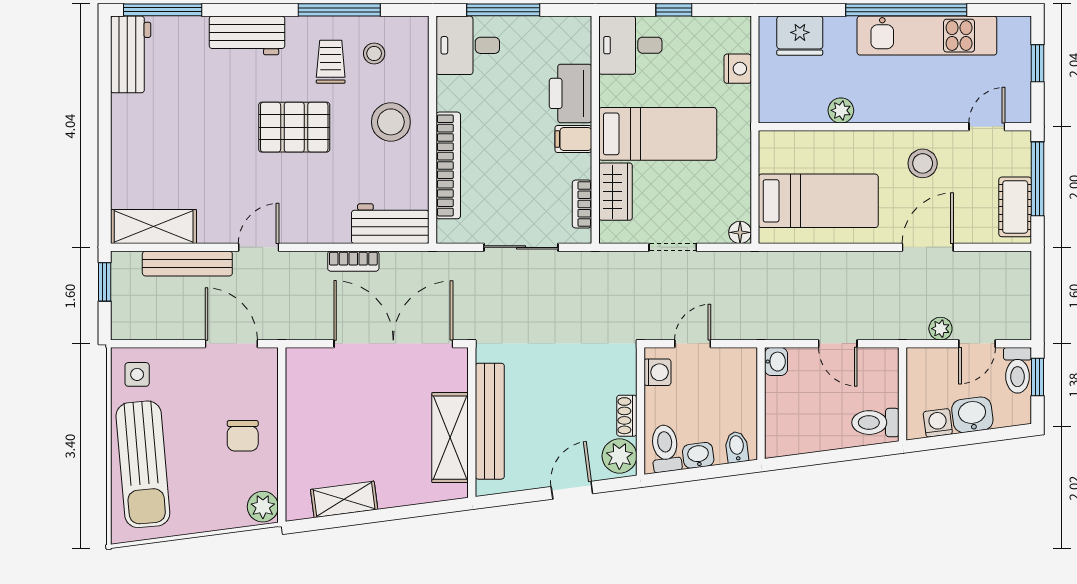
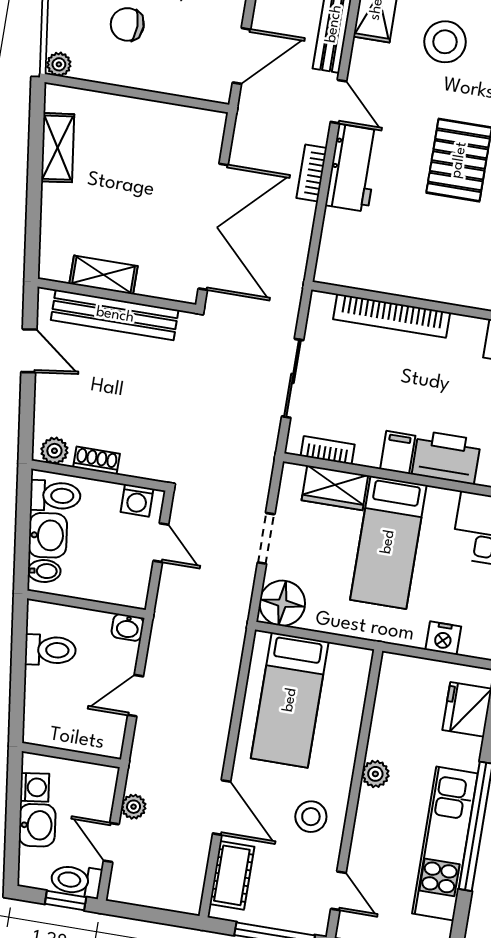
plant: (841, 110) -> (375, 774), moved
stool: (391, 122) -> (445, 42), moved
cot: (1015, 207) -> (232, 875), moved, turned 90
workbench: (390, 224) -> (353, 168), moved
floor lamp: (740, 232) -> (282, 603), width x1.89, depth x1.89
bookcase: (353, 261) -> (312, 173), moved
toilet: (875, 423) -> (50, 650), moved, turned 83
chair: (243, 436) -> (127, 24), moved
shelving: (450, 438) -> (103, 275), width x0.67, depth x0.75
washbasin: (698, 455) -> (48, 535), width x1.38, depth x1.45
plant: (619, 456) -> (54, 451), width x0.73, depth x0.73
door: (572, 490) -> (29, 351), moved
plant: (263, 507) -> (59, 64), width x0.73, depth x0.73

